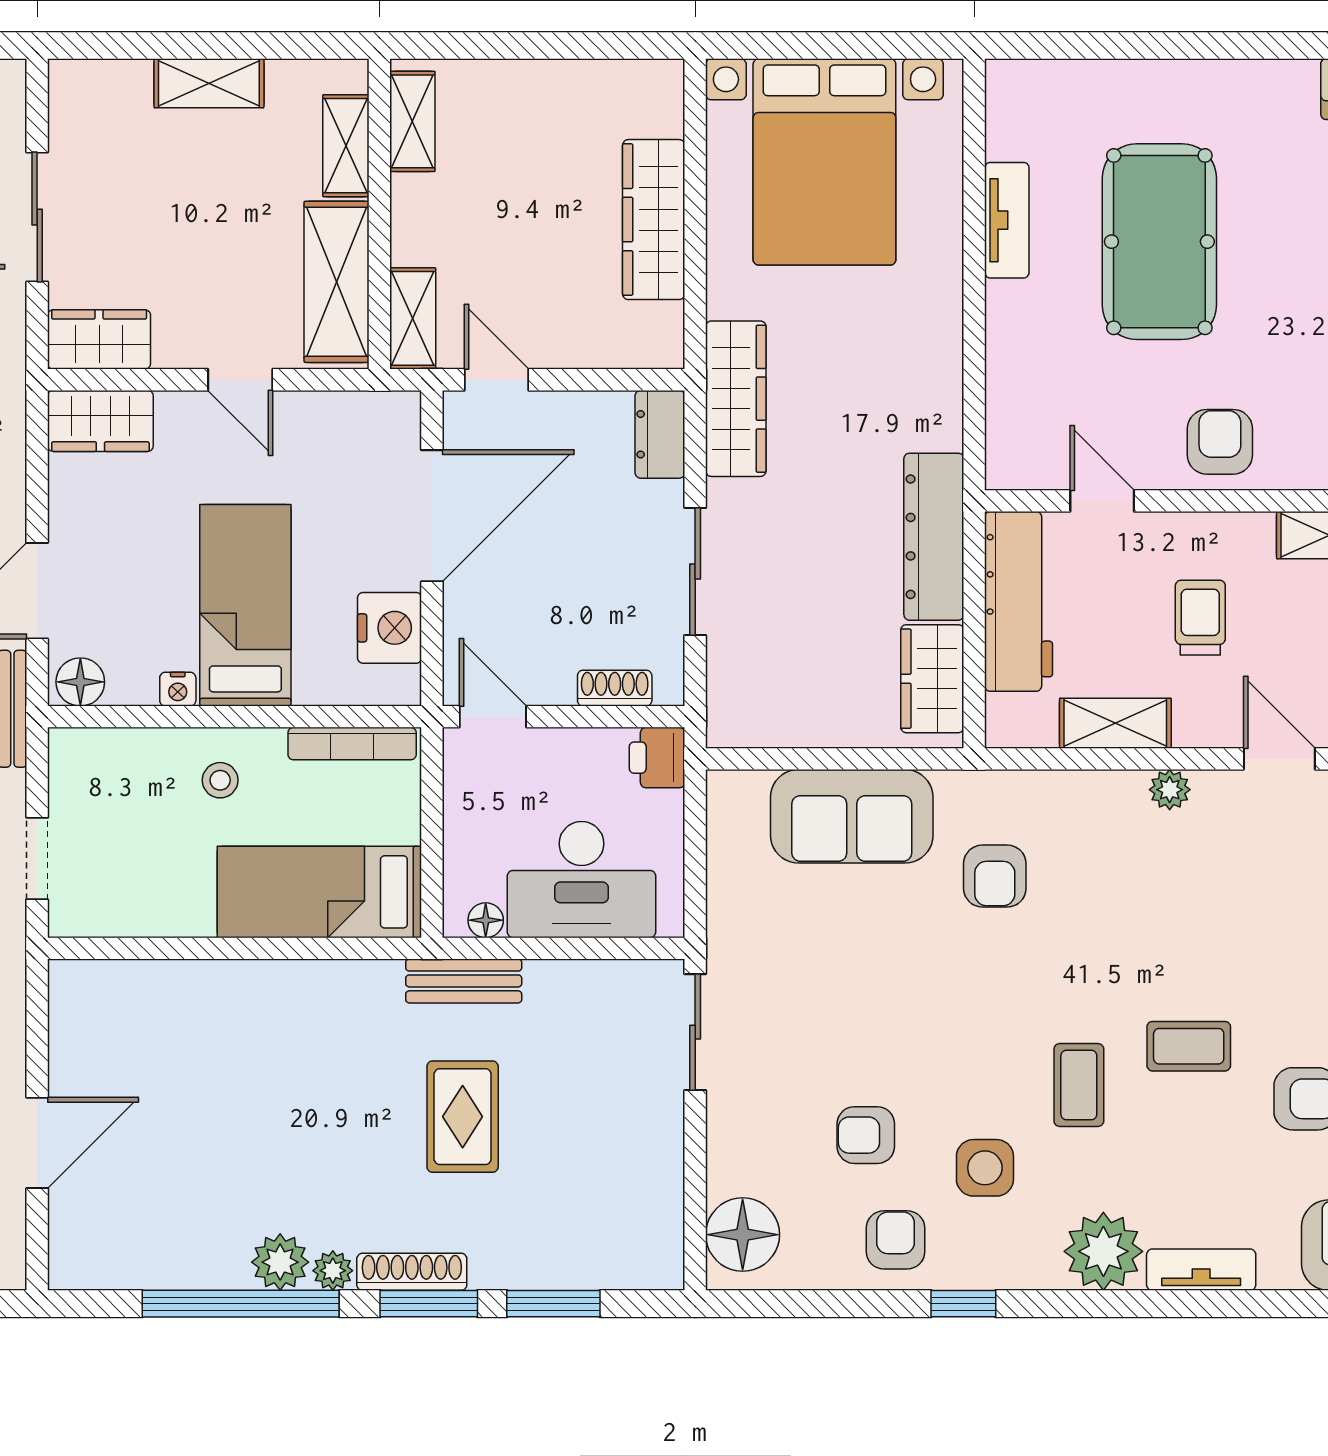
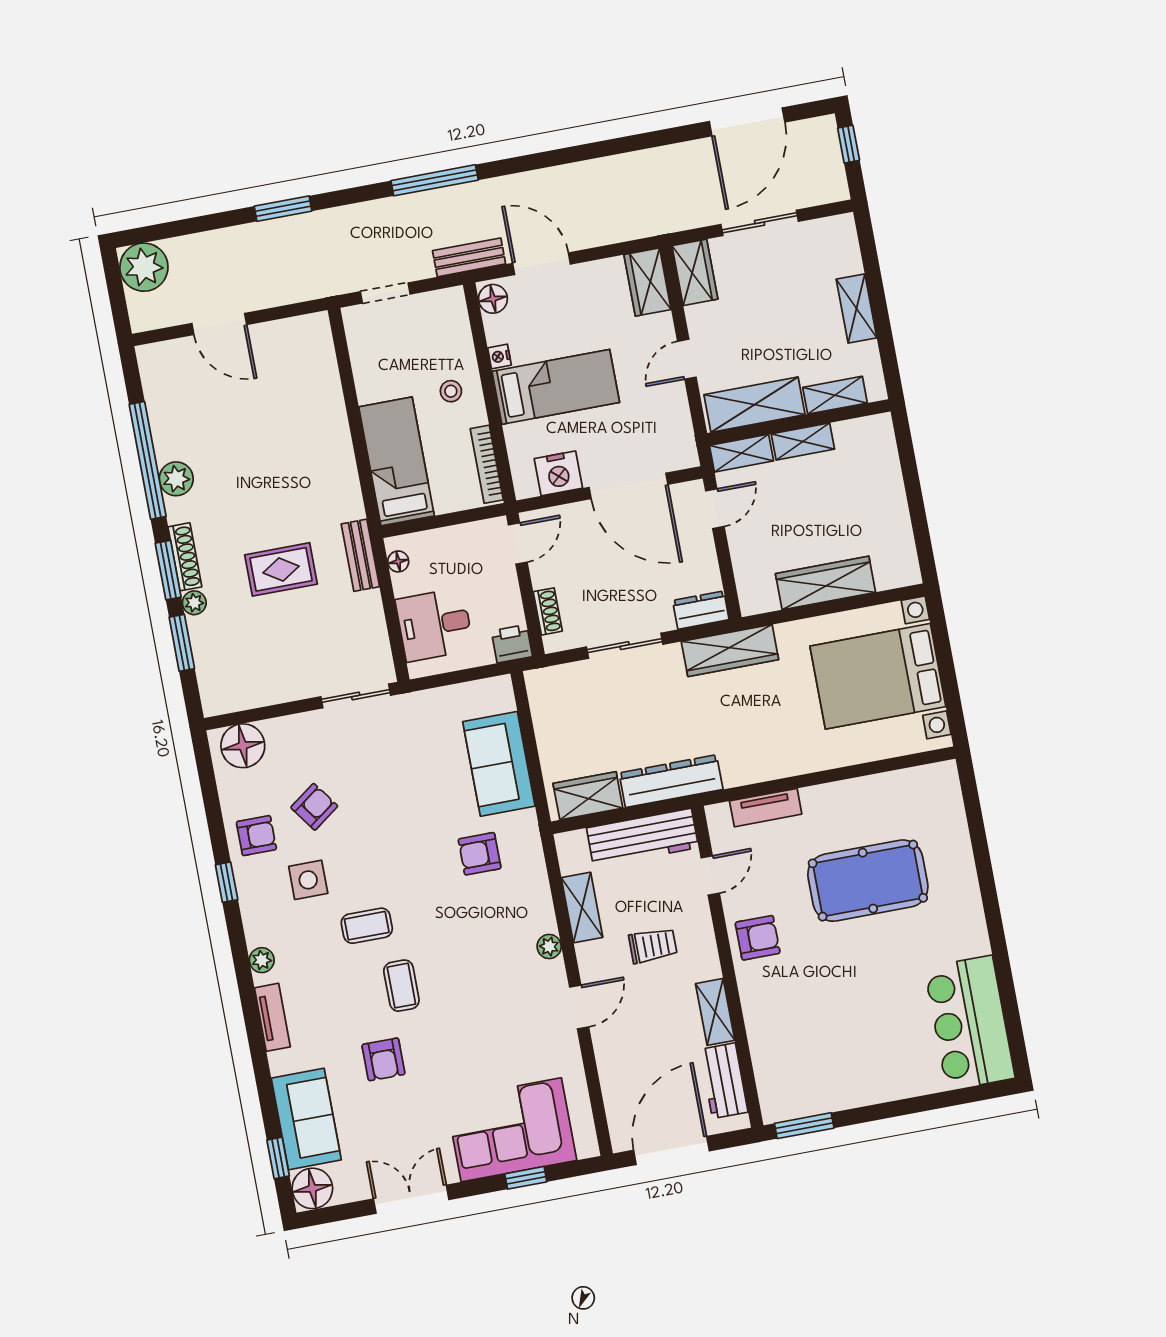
shelving: (412, 121) -> (803, 441), moved
tv unit: (1007, 220) -> (766, 808), moved
desk: (581, 880) -> (435, 625), width x0.73
armchair: (866, 1135) -> (314, 807), turned 54
plant: (1103, 1251) -> (262, 960), width x0.53, depth x0.53
plant: (333, 1271) -> (194, 603), moved

